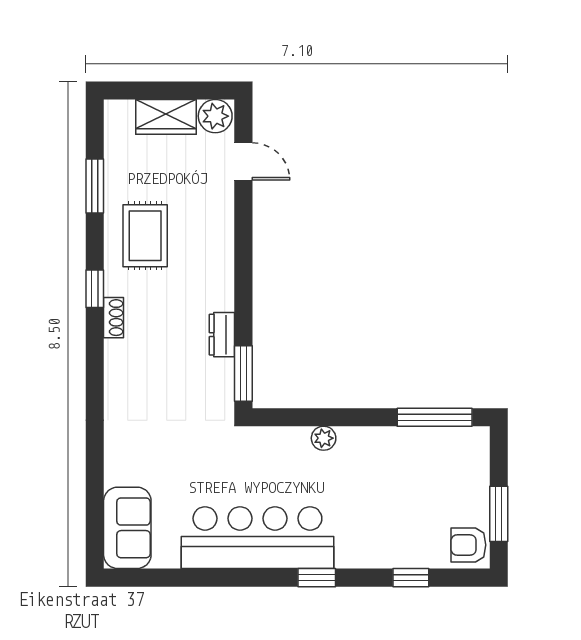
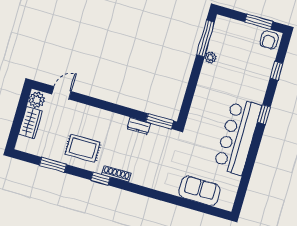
shoe rack: (114, 318) -> (116, 174), width x1.43
plant: (324, 438) -> (210, 58), moved
sofa: (127, 528) -> (200, 191), moved

